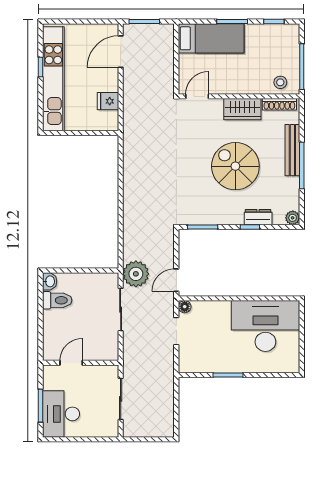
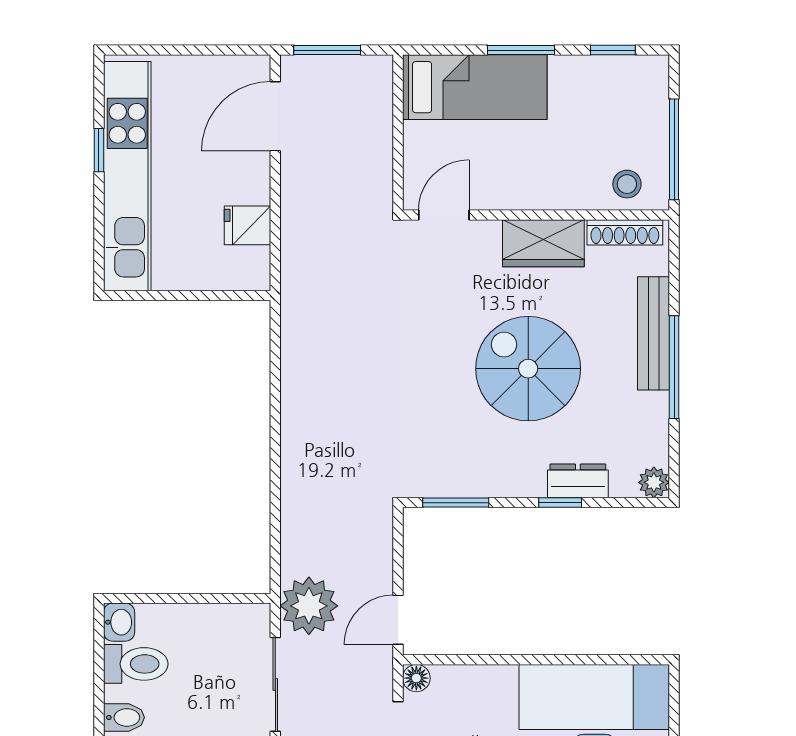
bidet: (52, 325) -> (124, 717), added

